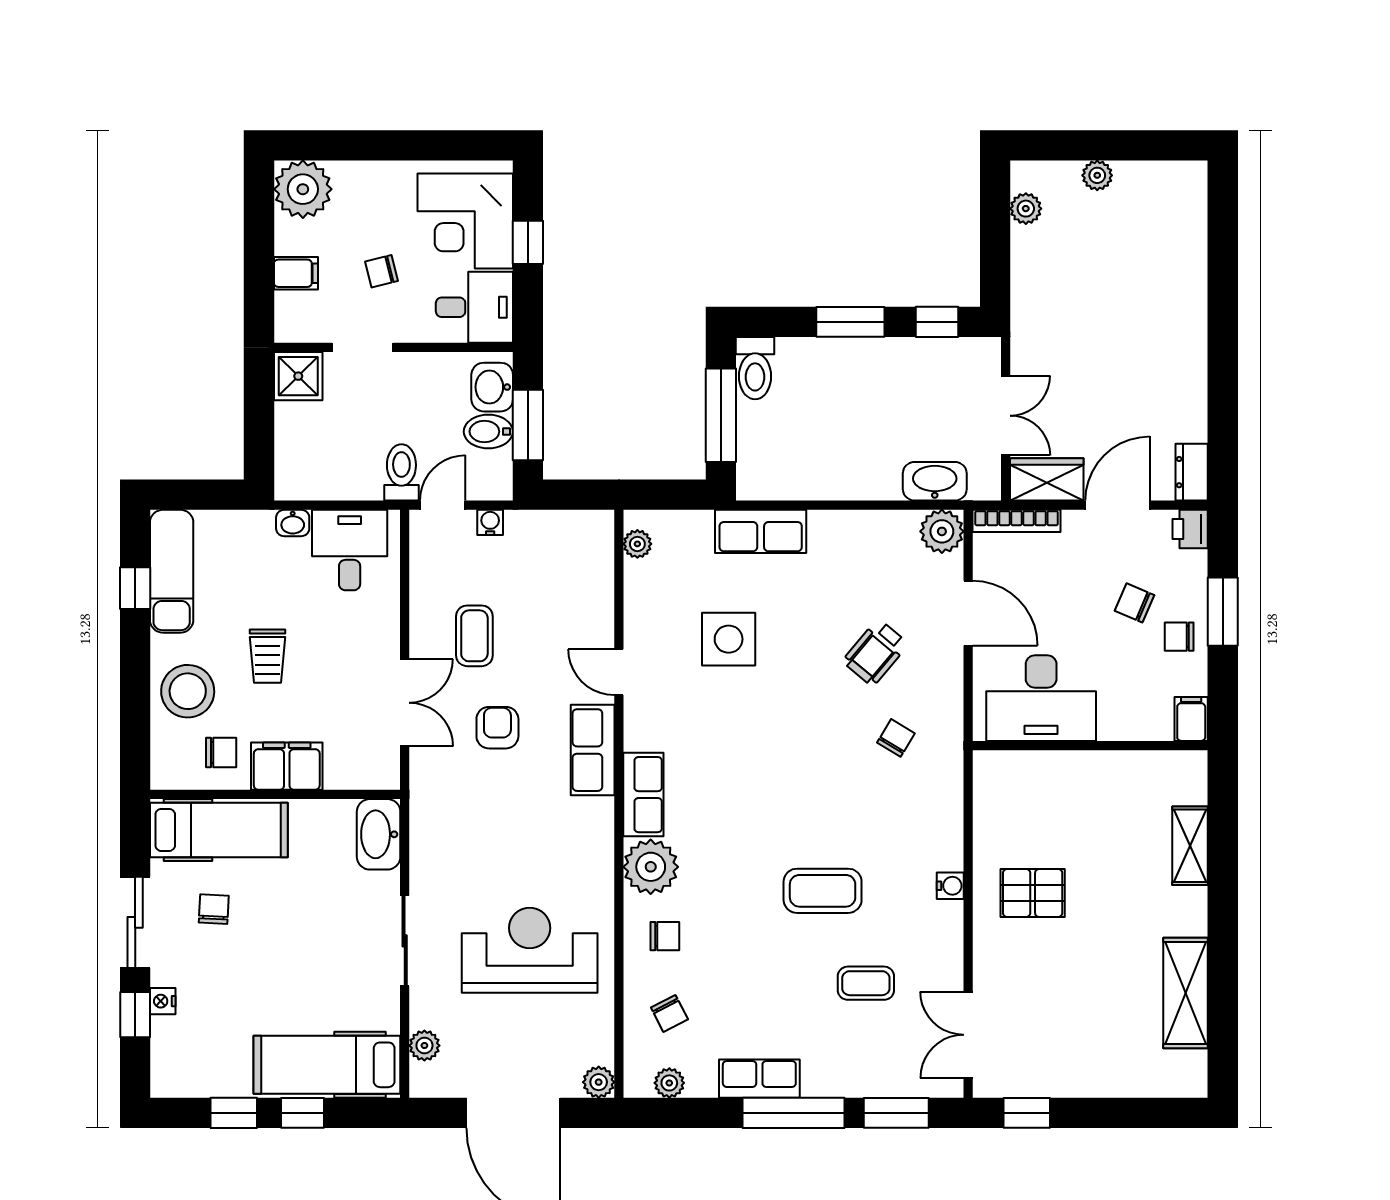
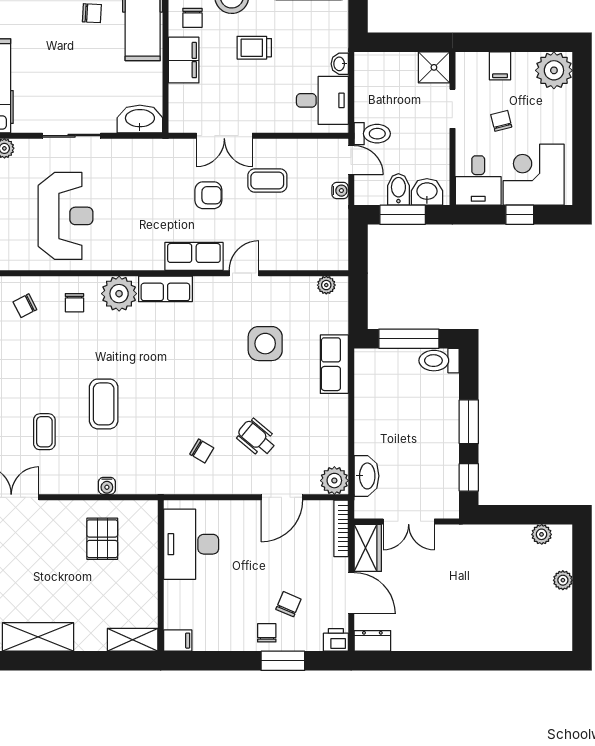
desk: (1041, 698) -> (191, 544), moved
filing cabinet: (1191, 719) -> (178, 641), moved
wall: (1090, 746) -> (161, 576), moved

